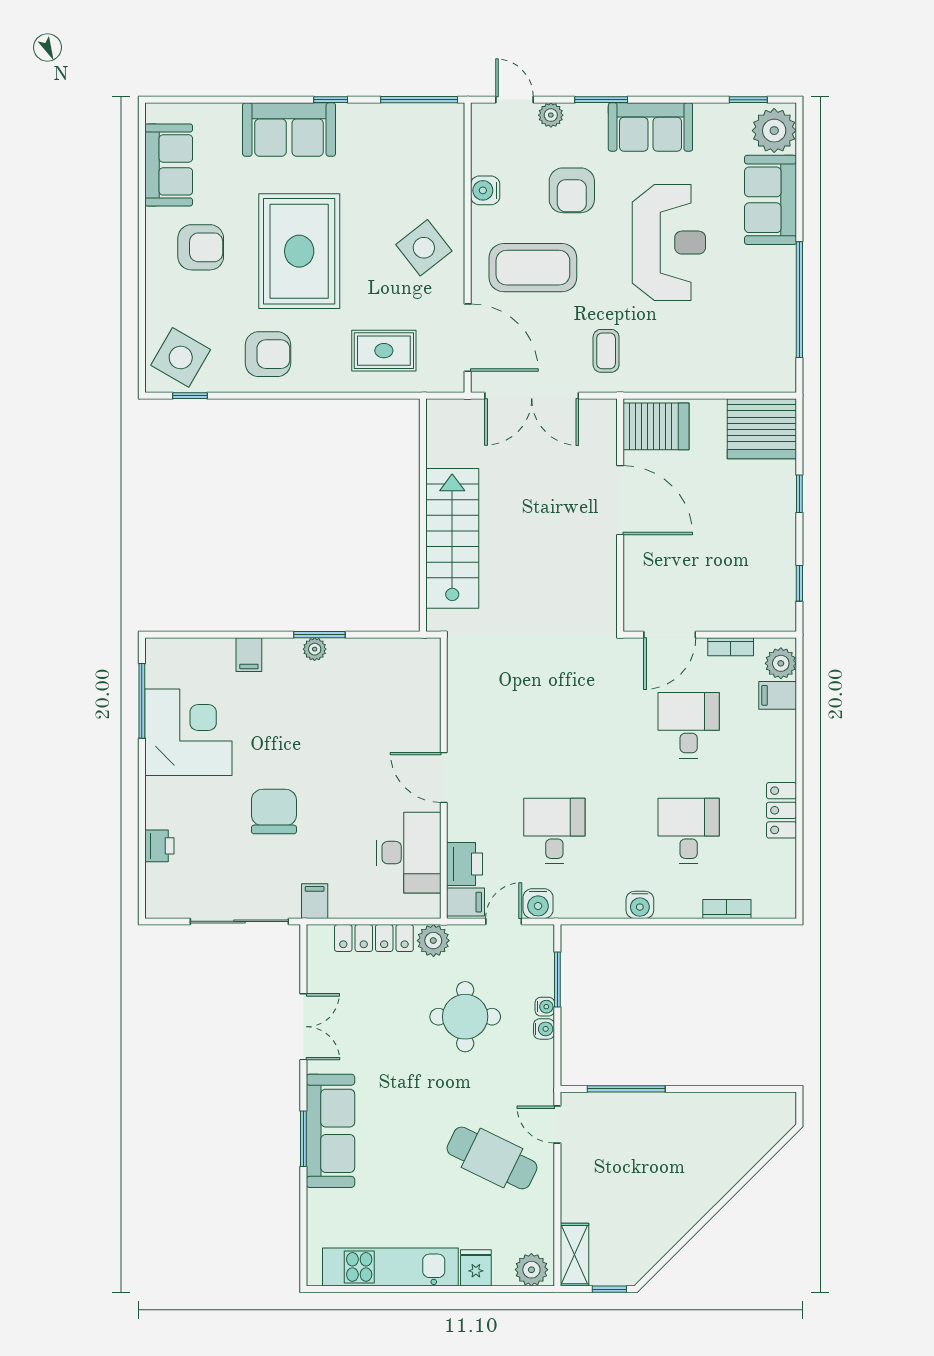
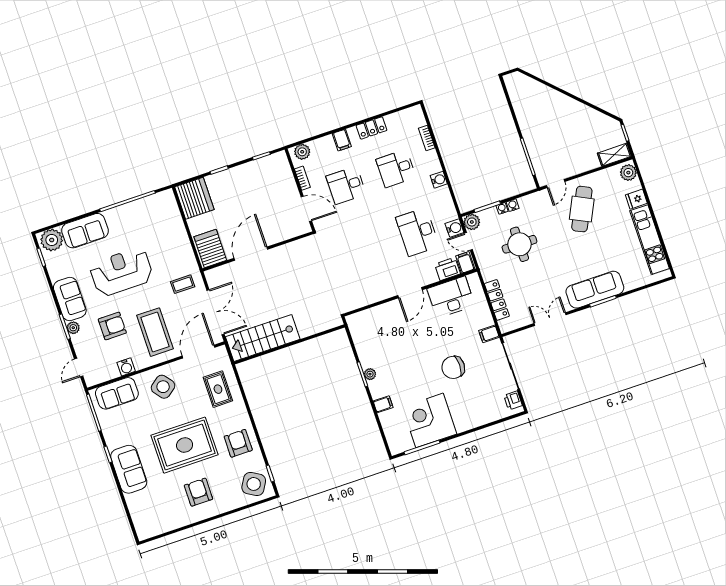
plant: (551, 115) -> (73, 328), moved
sofa: (169, 165) -> (117, 393), moved, turned 180
stairs: (452, 538) -> (263, 338), moved
filing cabinet: (778, 695) -> (342, 140), moved
desk: (554, 831) -> (417, 232), width x1.37
printer: (159, 846) -> (513, 400), moved, turned -90
plant: (433, 941) -> (472, 222), moved

